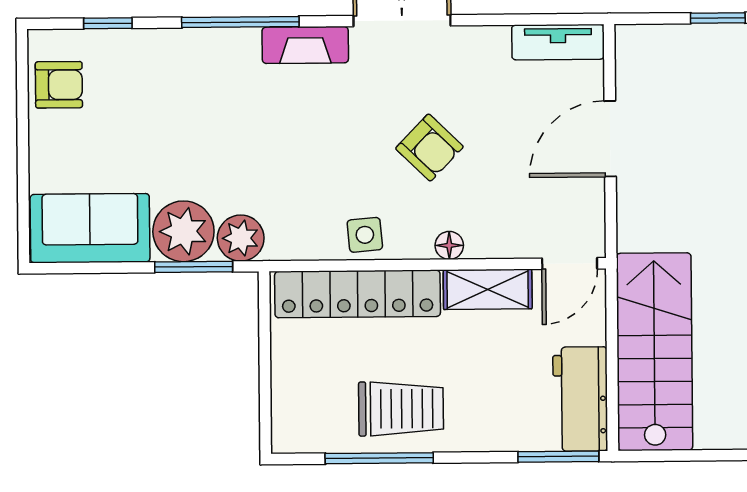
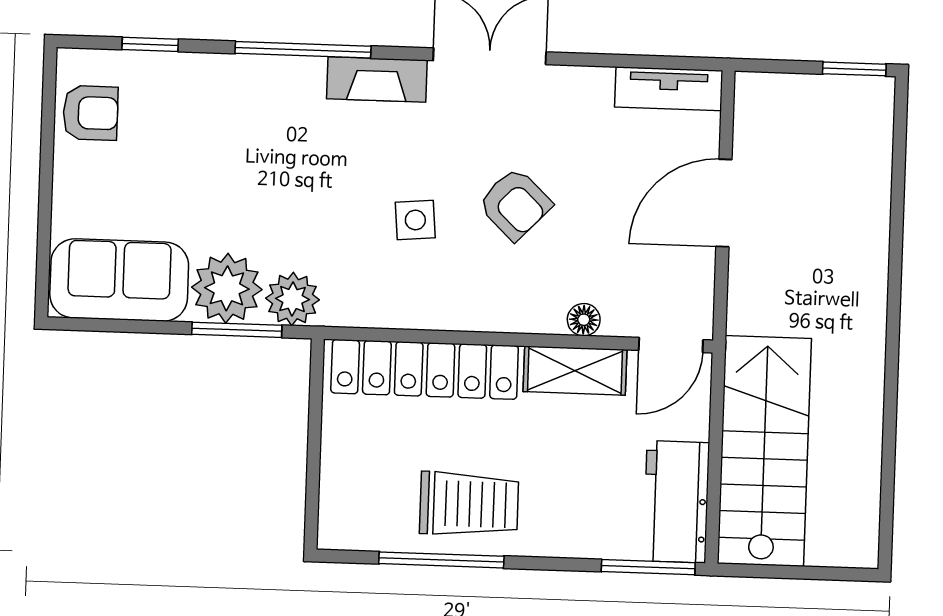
side table: (365, 235) -> (415, 220), moved
floor lamp: (449, 245) -> (584, 320), moved

